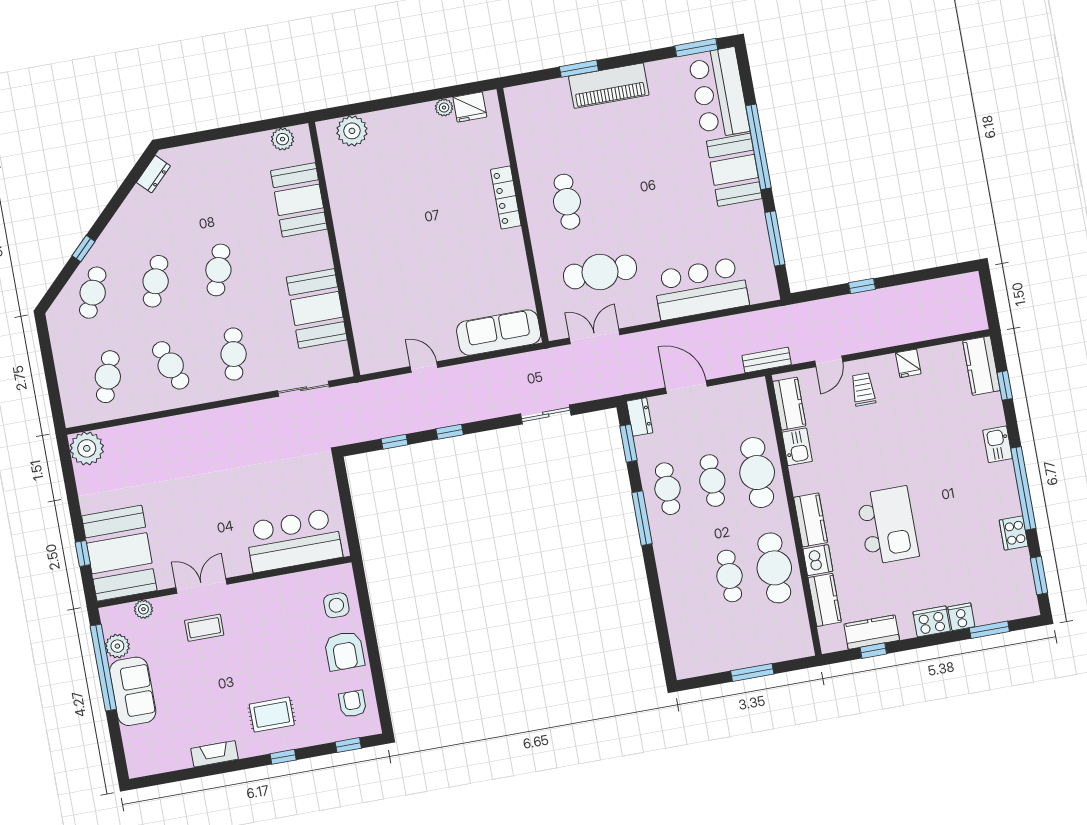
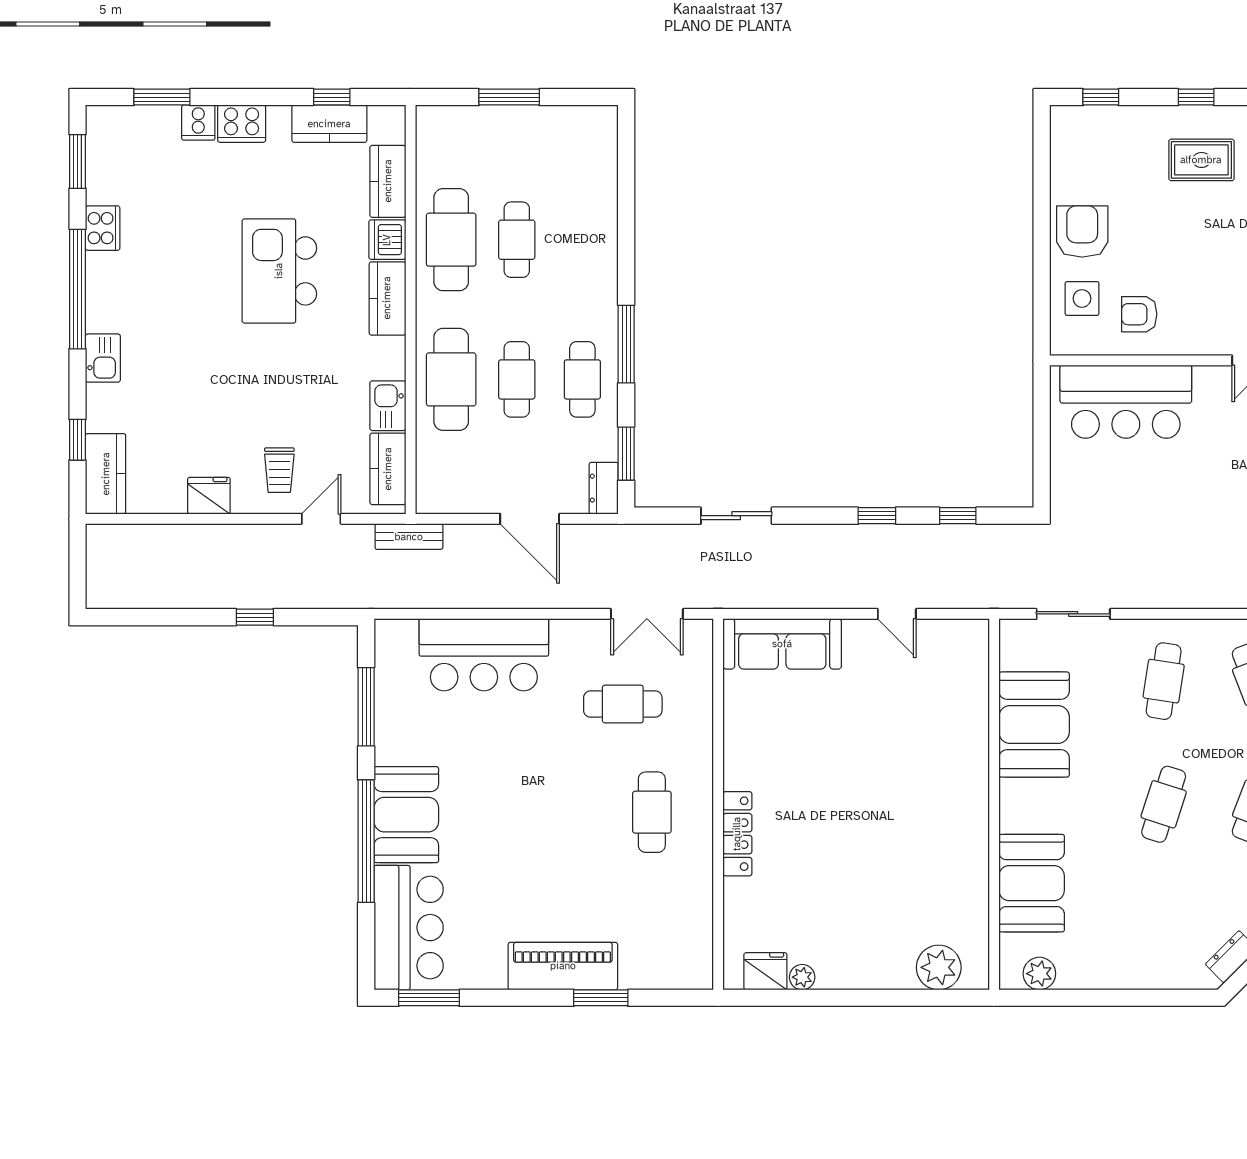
cafe table: (600, 272) -> (623, 704), width x0.73, depth x0.74
fridge: (908, 363) -> (209, 496), width x1.38
armchair: (353, 704) -> (1139, 314), moved, turned 90

